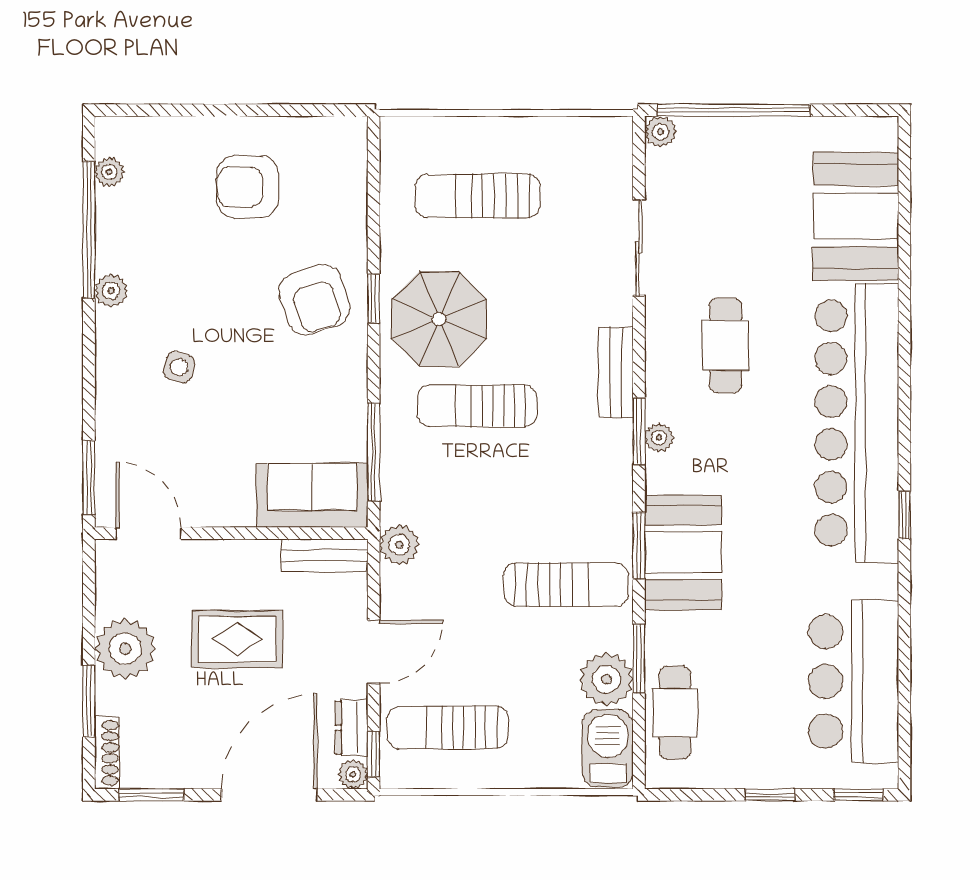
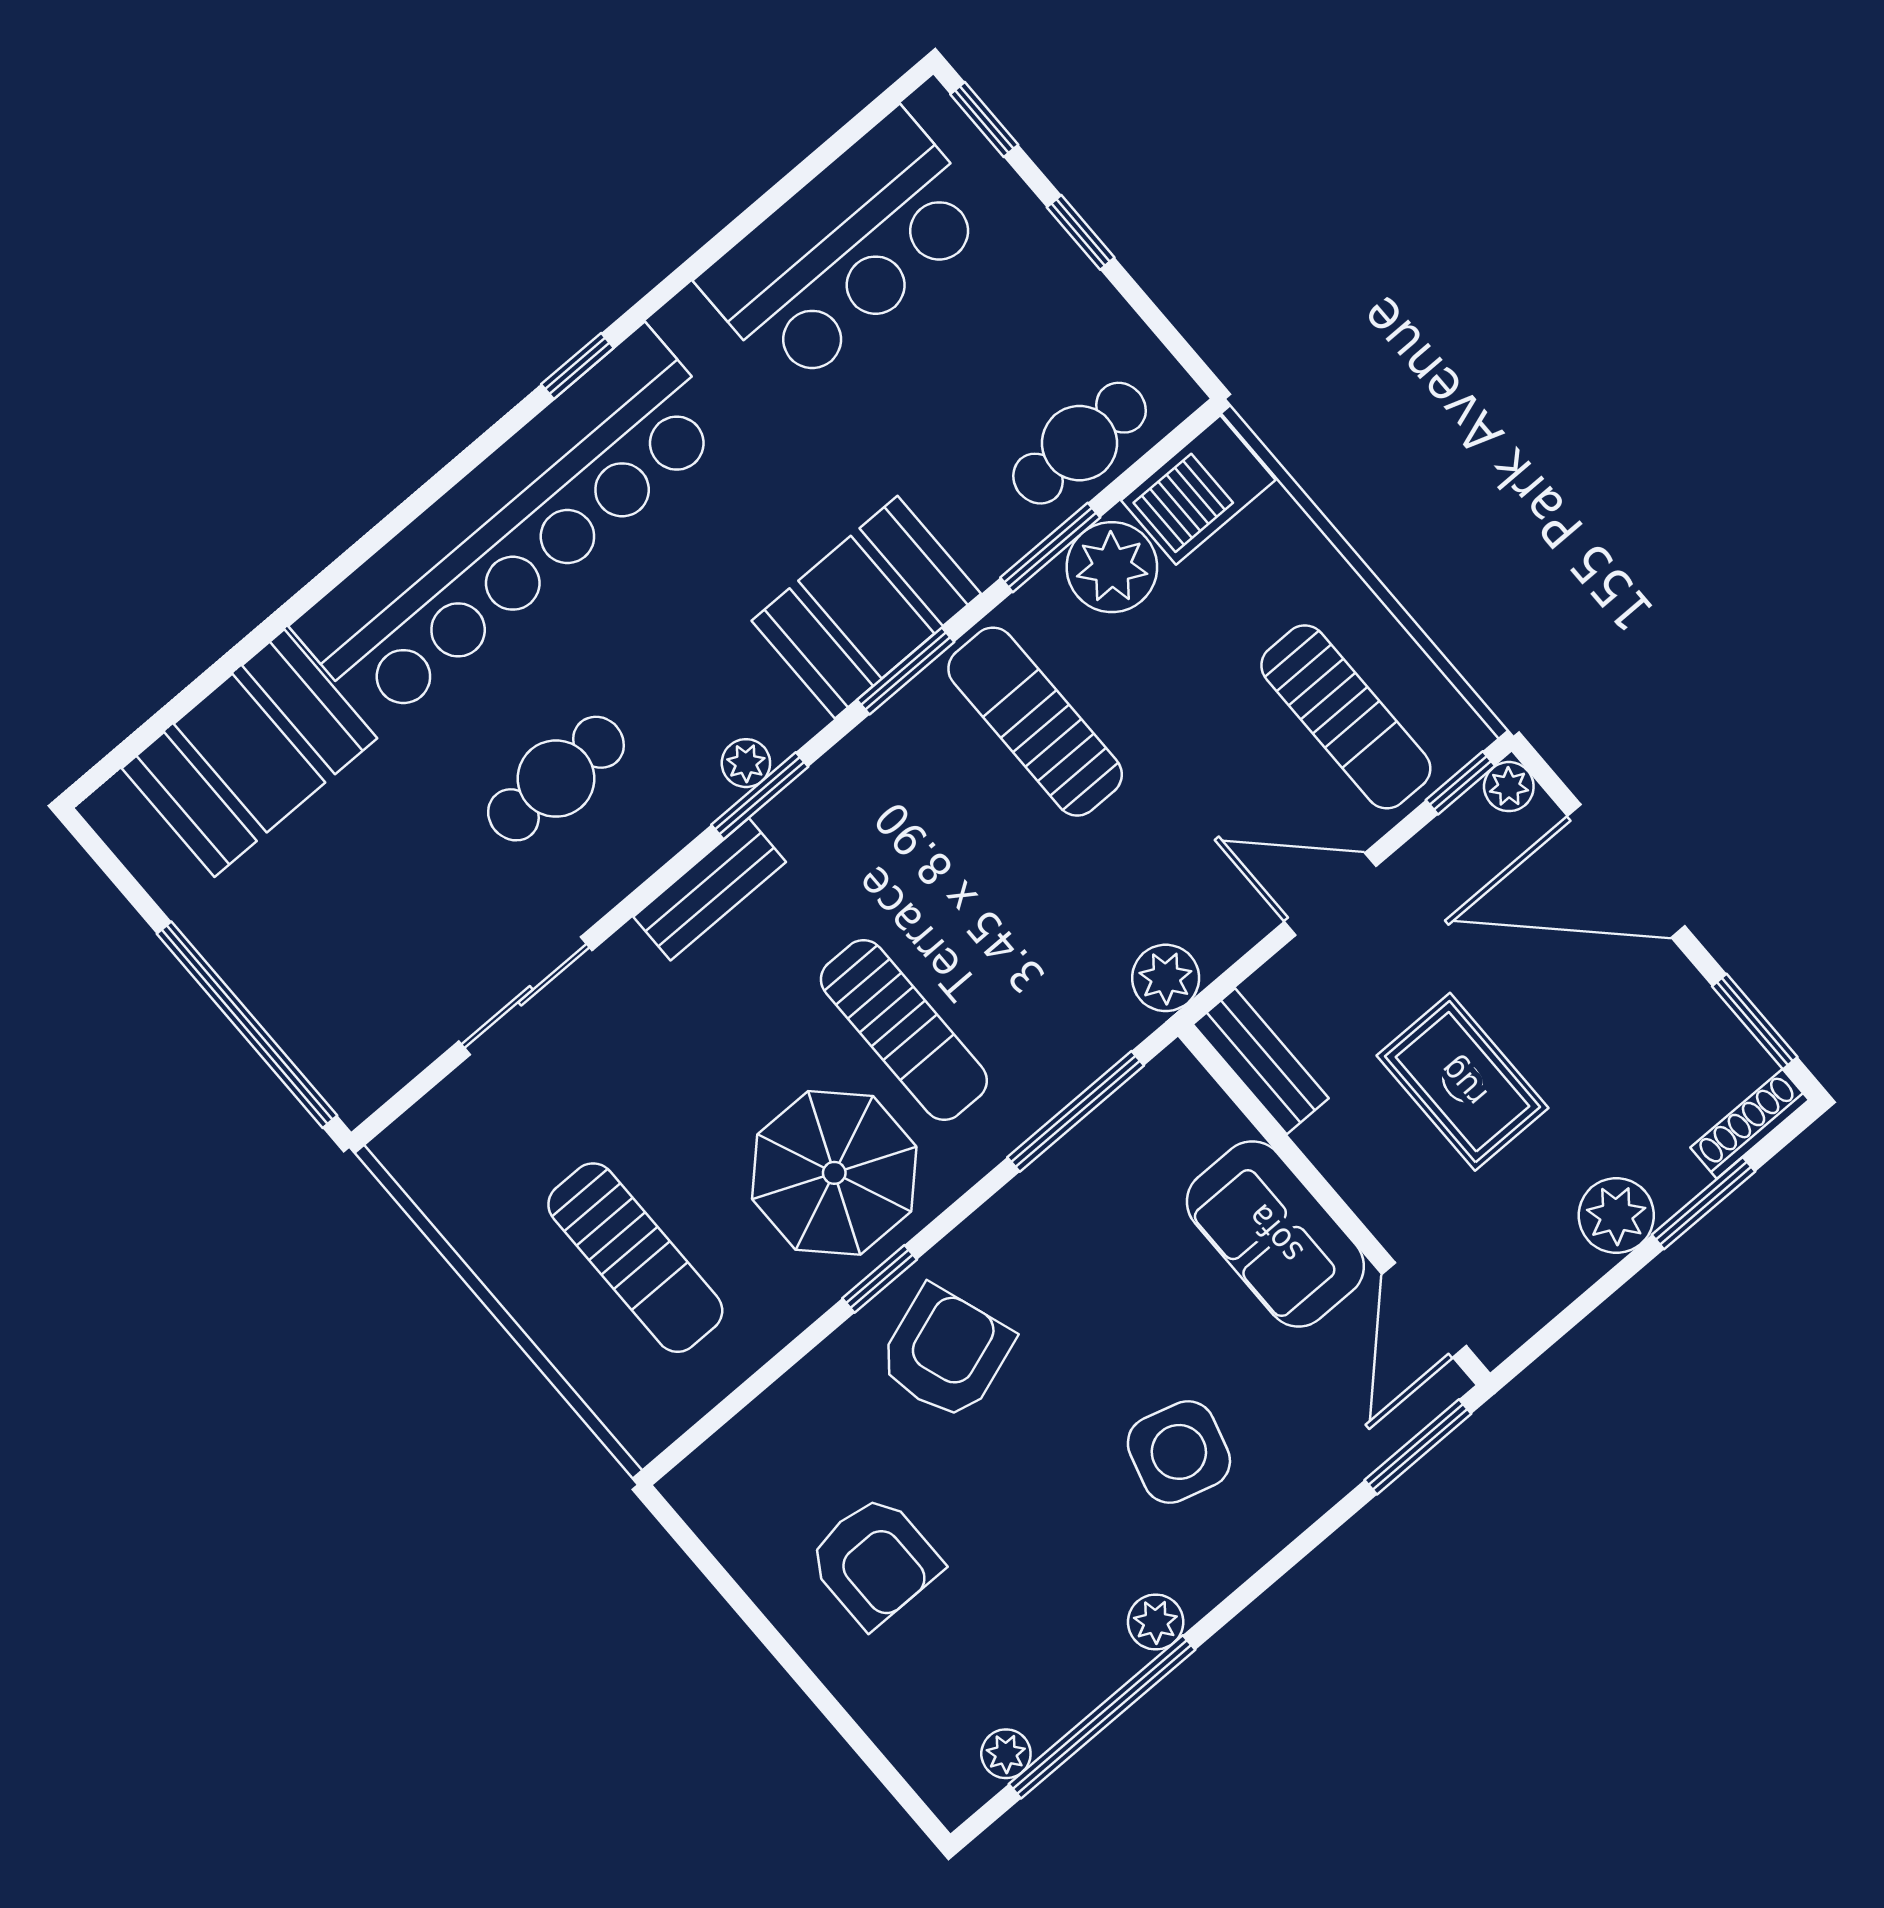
plant: (660, 132) -> (354, 1095), removed
side table: (179, 367) -> (1179, 1452), width x1.87, depth x1.87
sofa: (312, 495) -> (1275, 1234), moved
plant: (125, 649) -> (1616, 1215), width x0.73, depth x0.73
dresser: (352, 728) -> (1451, 839), removed

